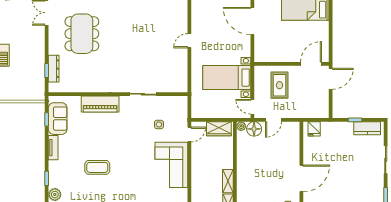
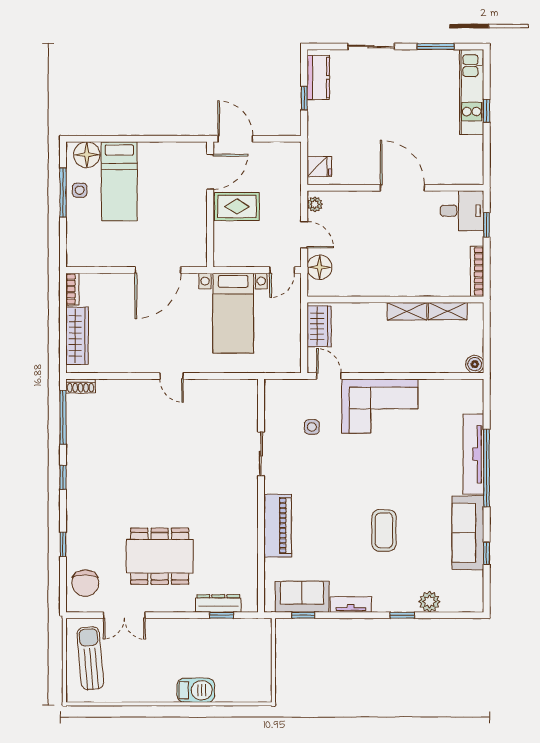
door: (252, 21) -> (158, 270), moved
door: (311, 64) -> (210, 172), swing flipped
rug: (279, 85) -> (237, 207), moved
plant: (241, 126) -> (315, 204), moved

